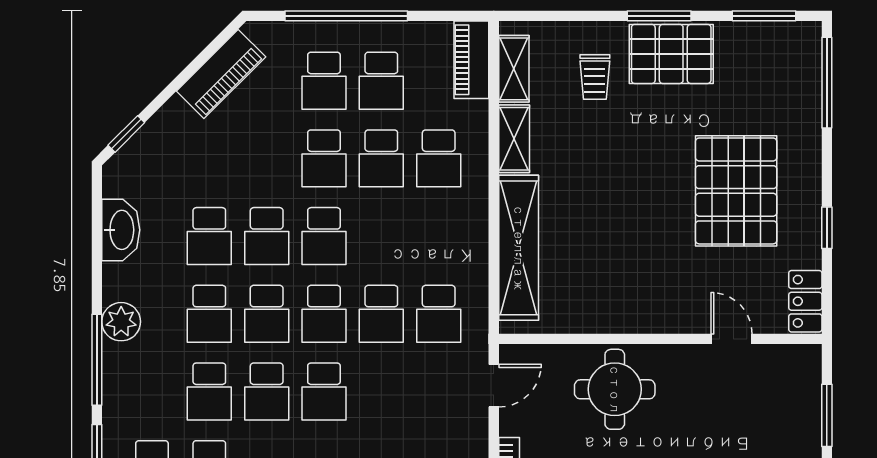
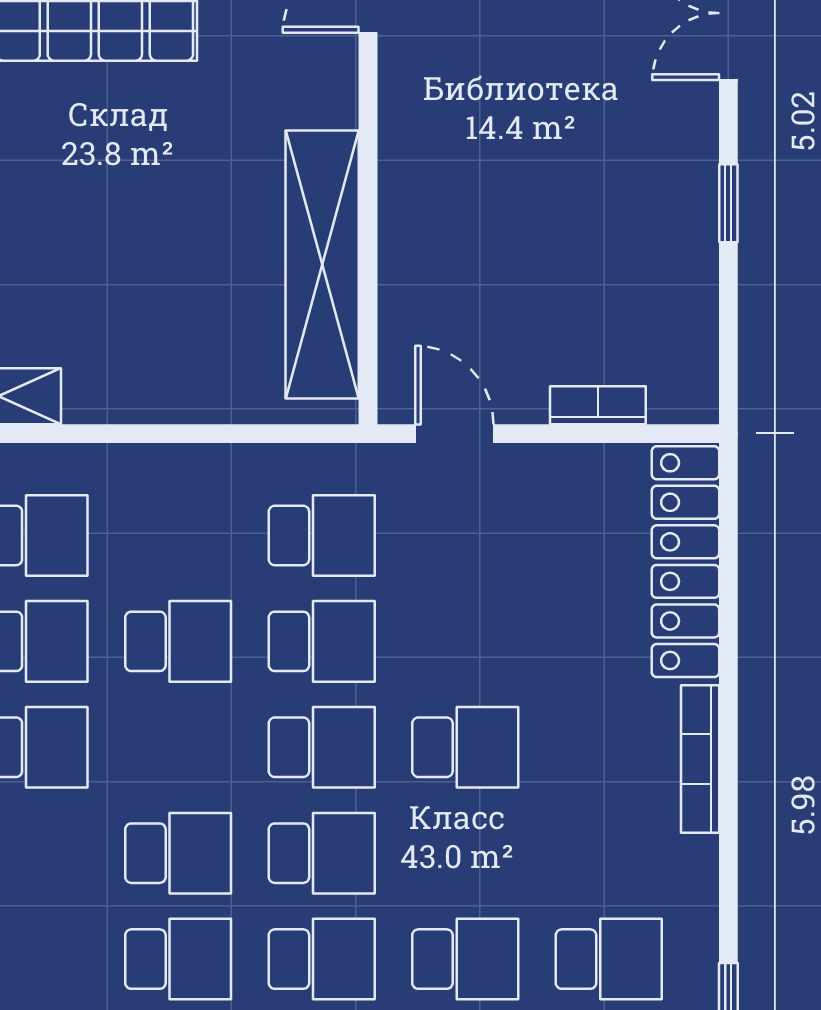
school desk: (324, 236) -> (178, 641), moved
shelving: (519, 248) -> (322, 264), moved, turned 90
round table: (615, 389) -> (461, 210), removed
school desk: (267, 391) -> (465, 853), removed

